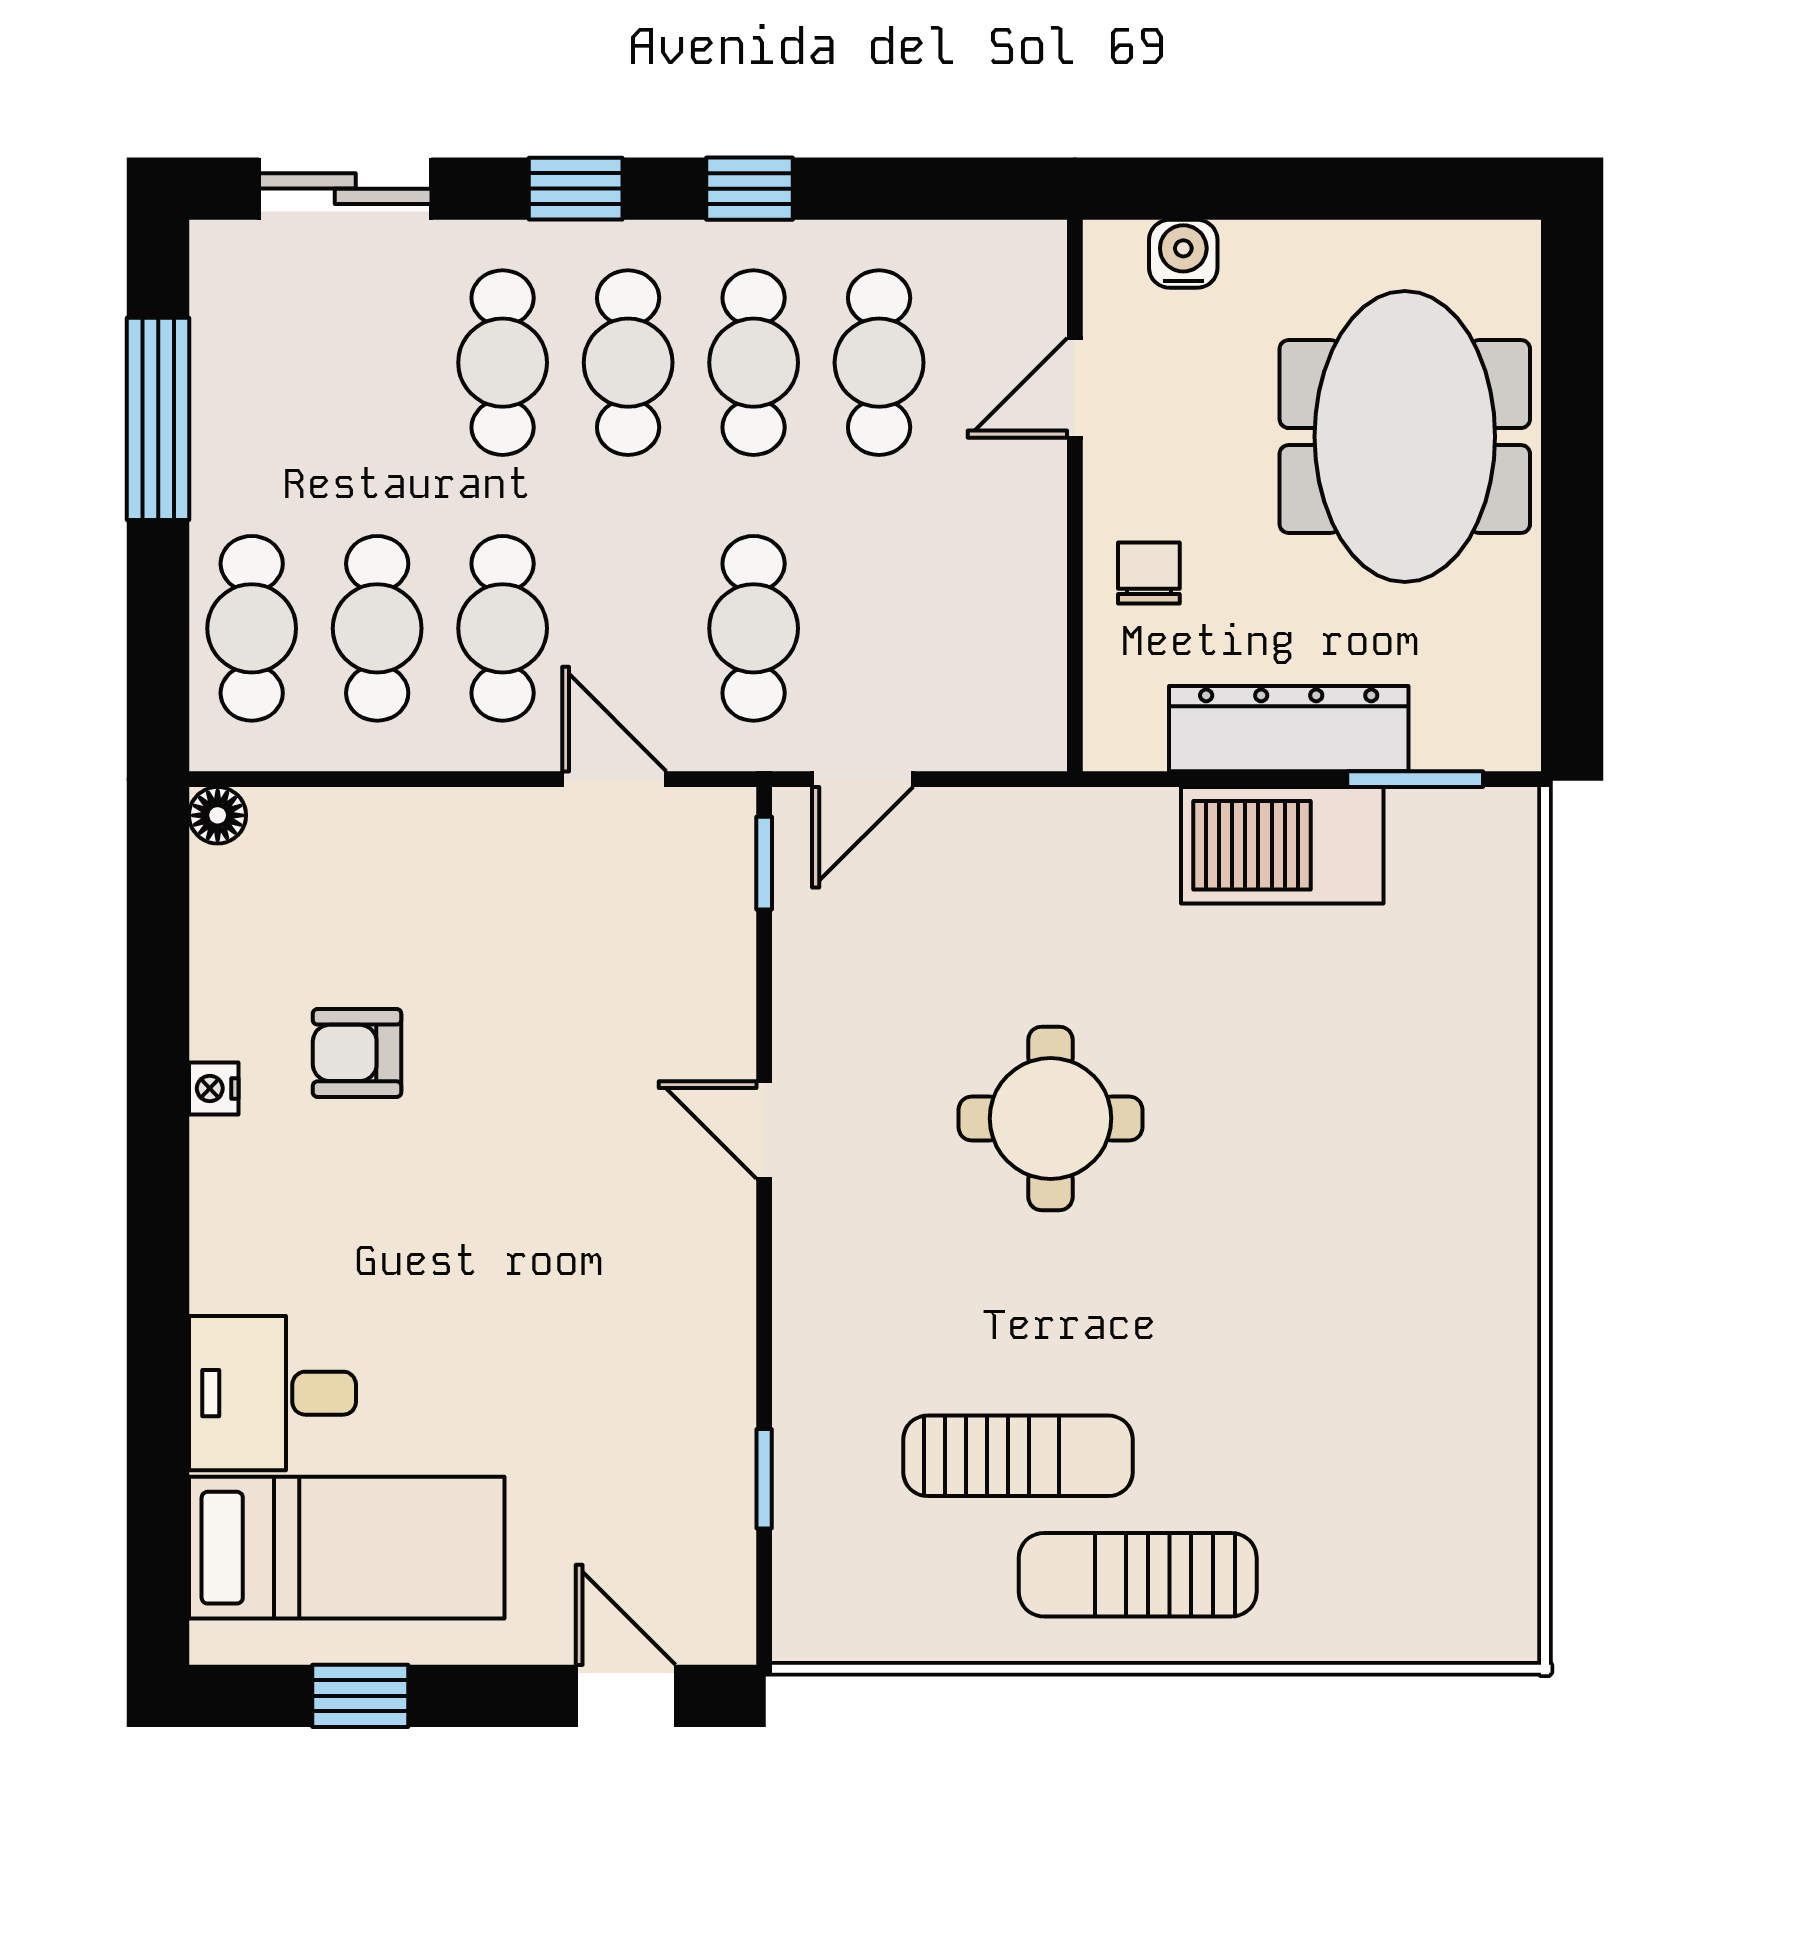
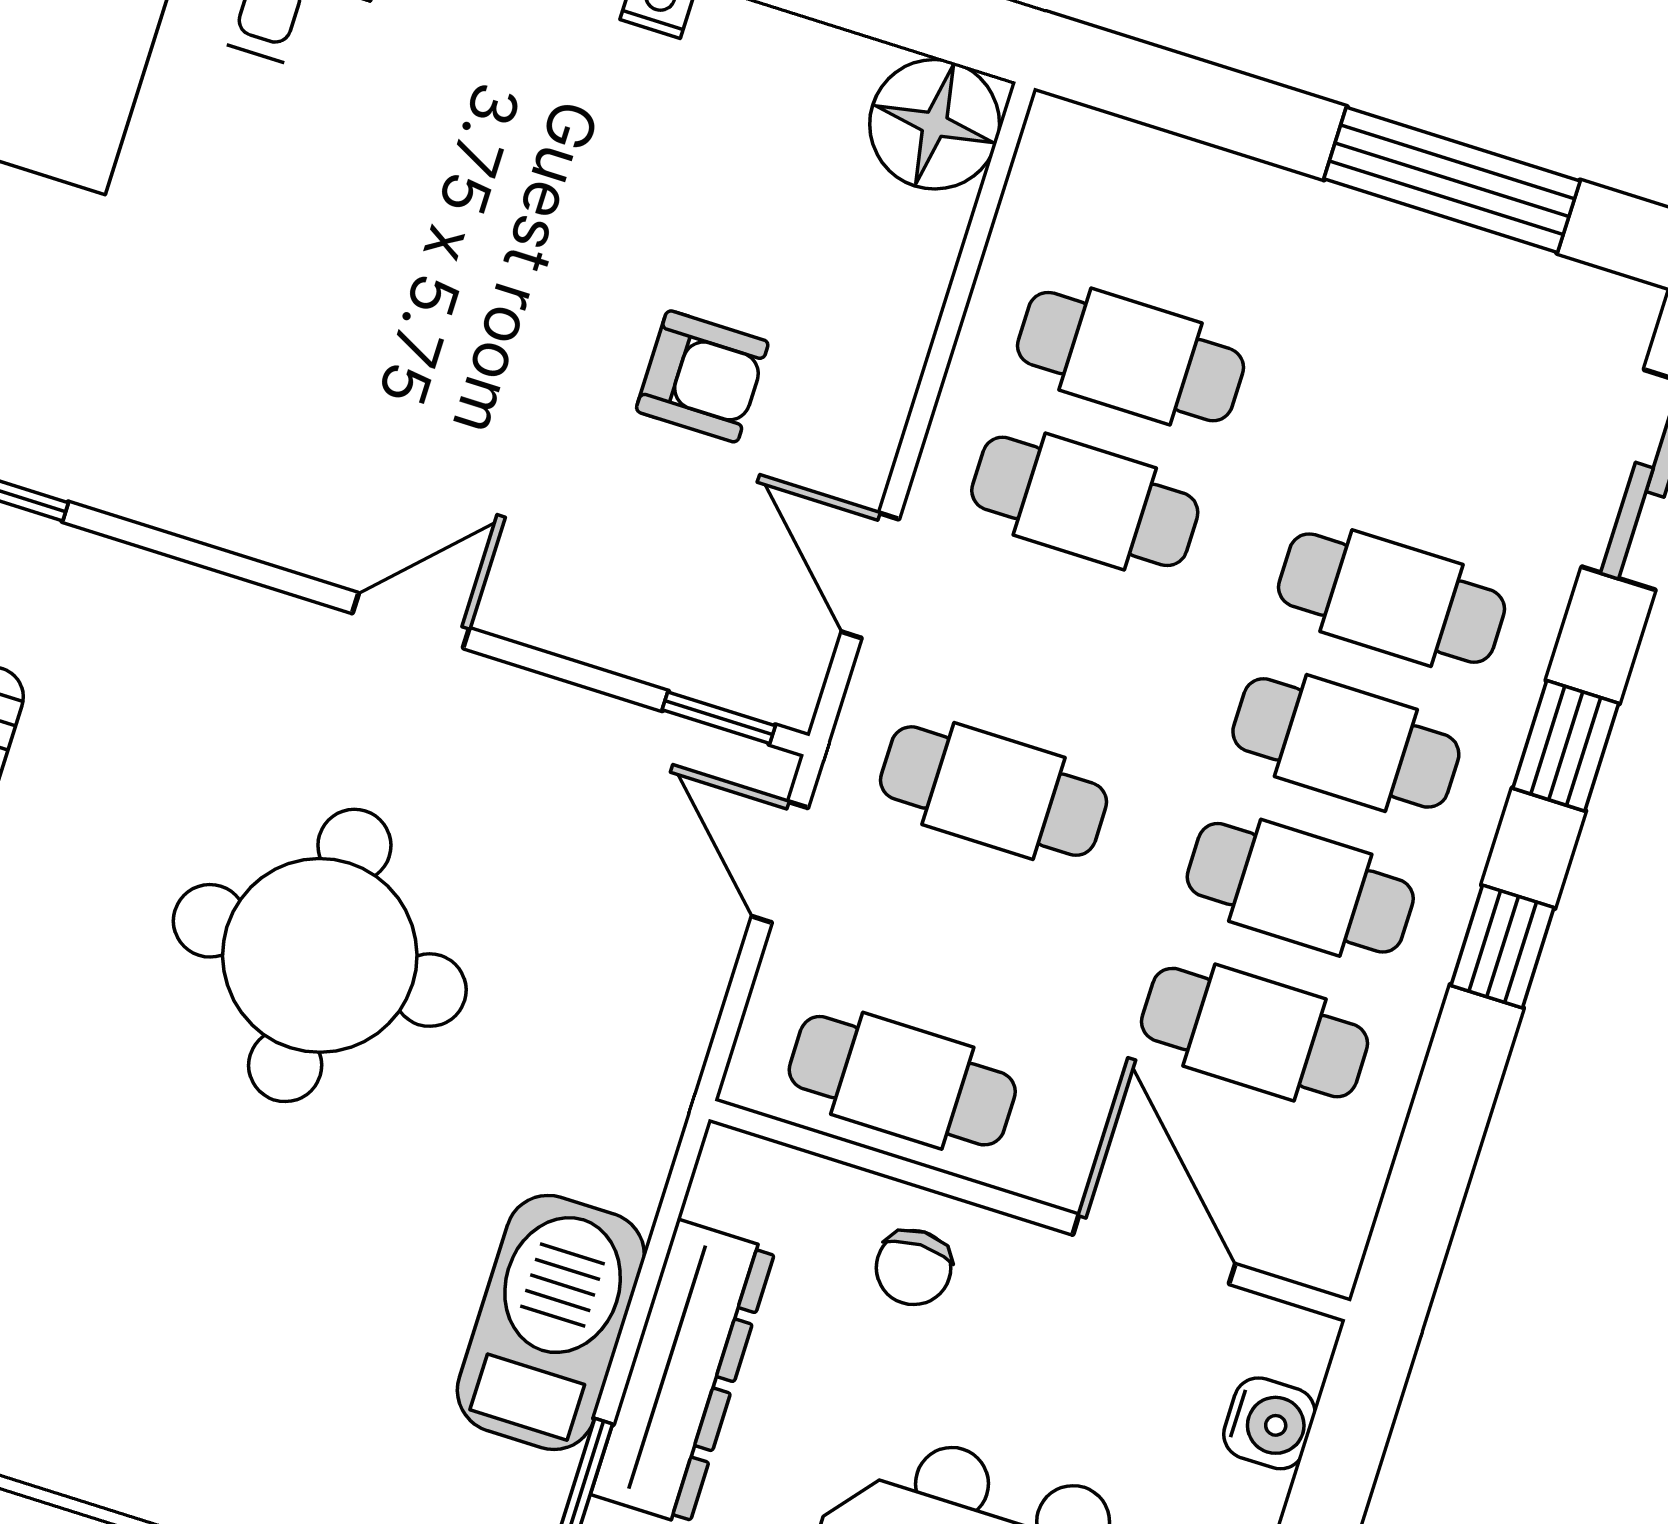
door: (1075, 388) -> (1154, 1249), width x1.38
chair: (1149, 573) -> (914, 1268), turned 90
cafe table: (252, 628) -> (902, 1081), moved
door: (614, 779) -> (870, 575), swing flipped
floor lamp: (218, 815) -> (935, 124), width x1.89, depth x1.89
armchair: (357, 1053) -> (702, 376), moved, turned 90
round table: (1050, 1118) -> (320, 955), width x1.36, depth x1.36

